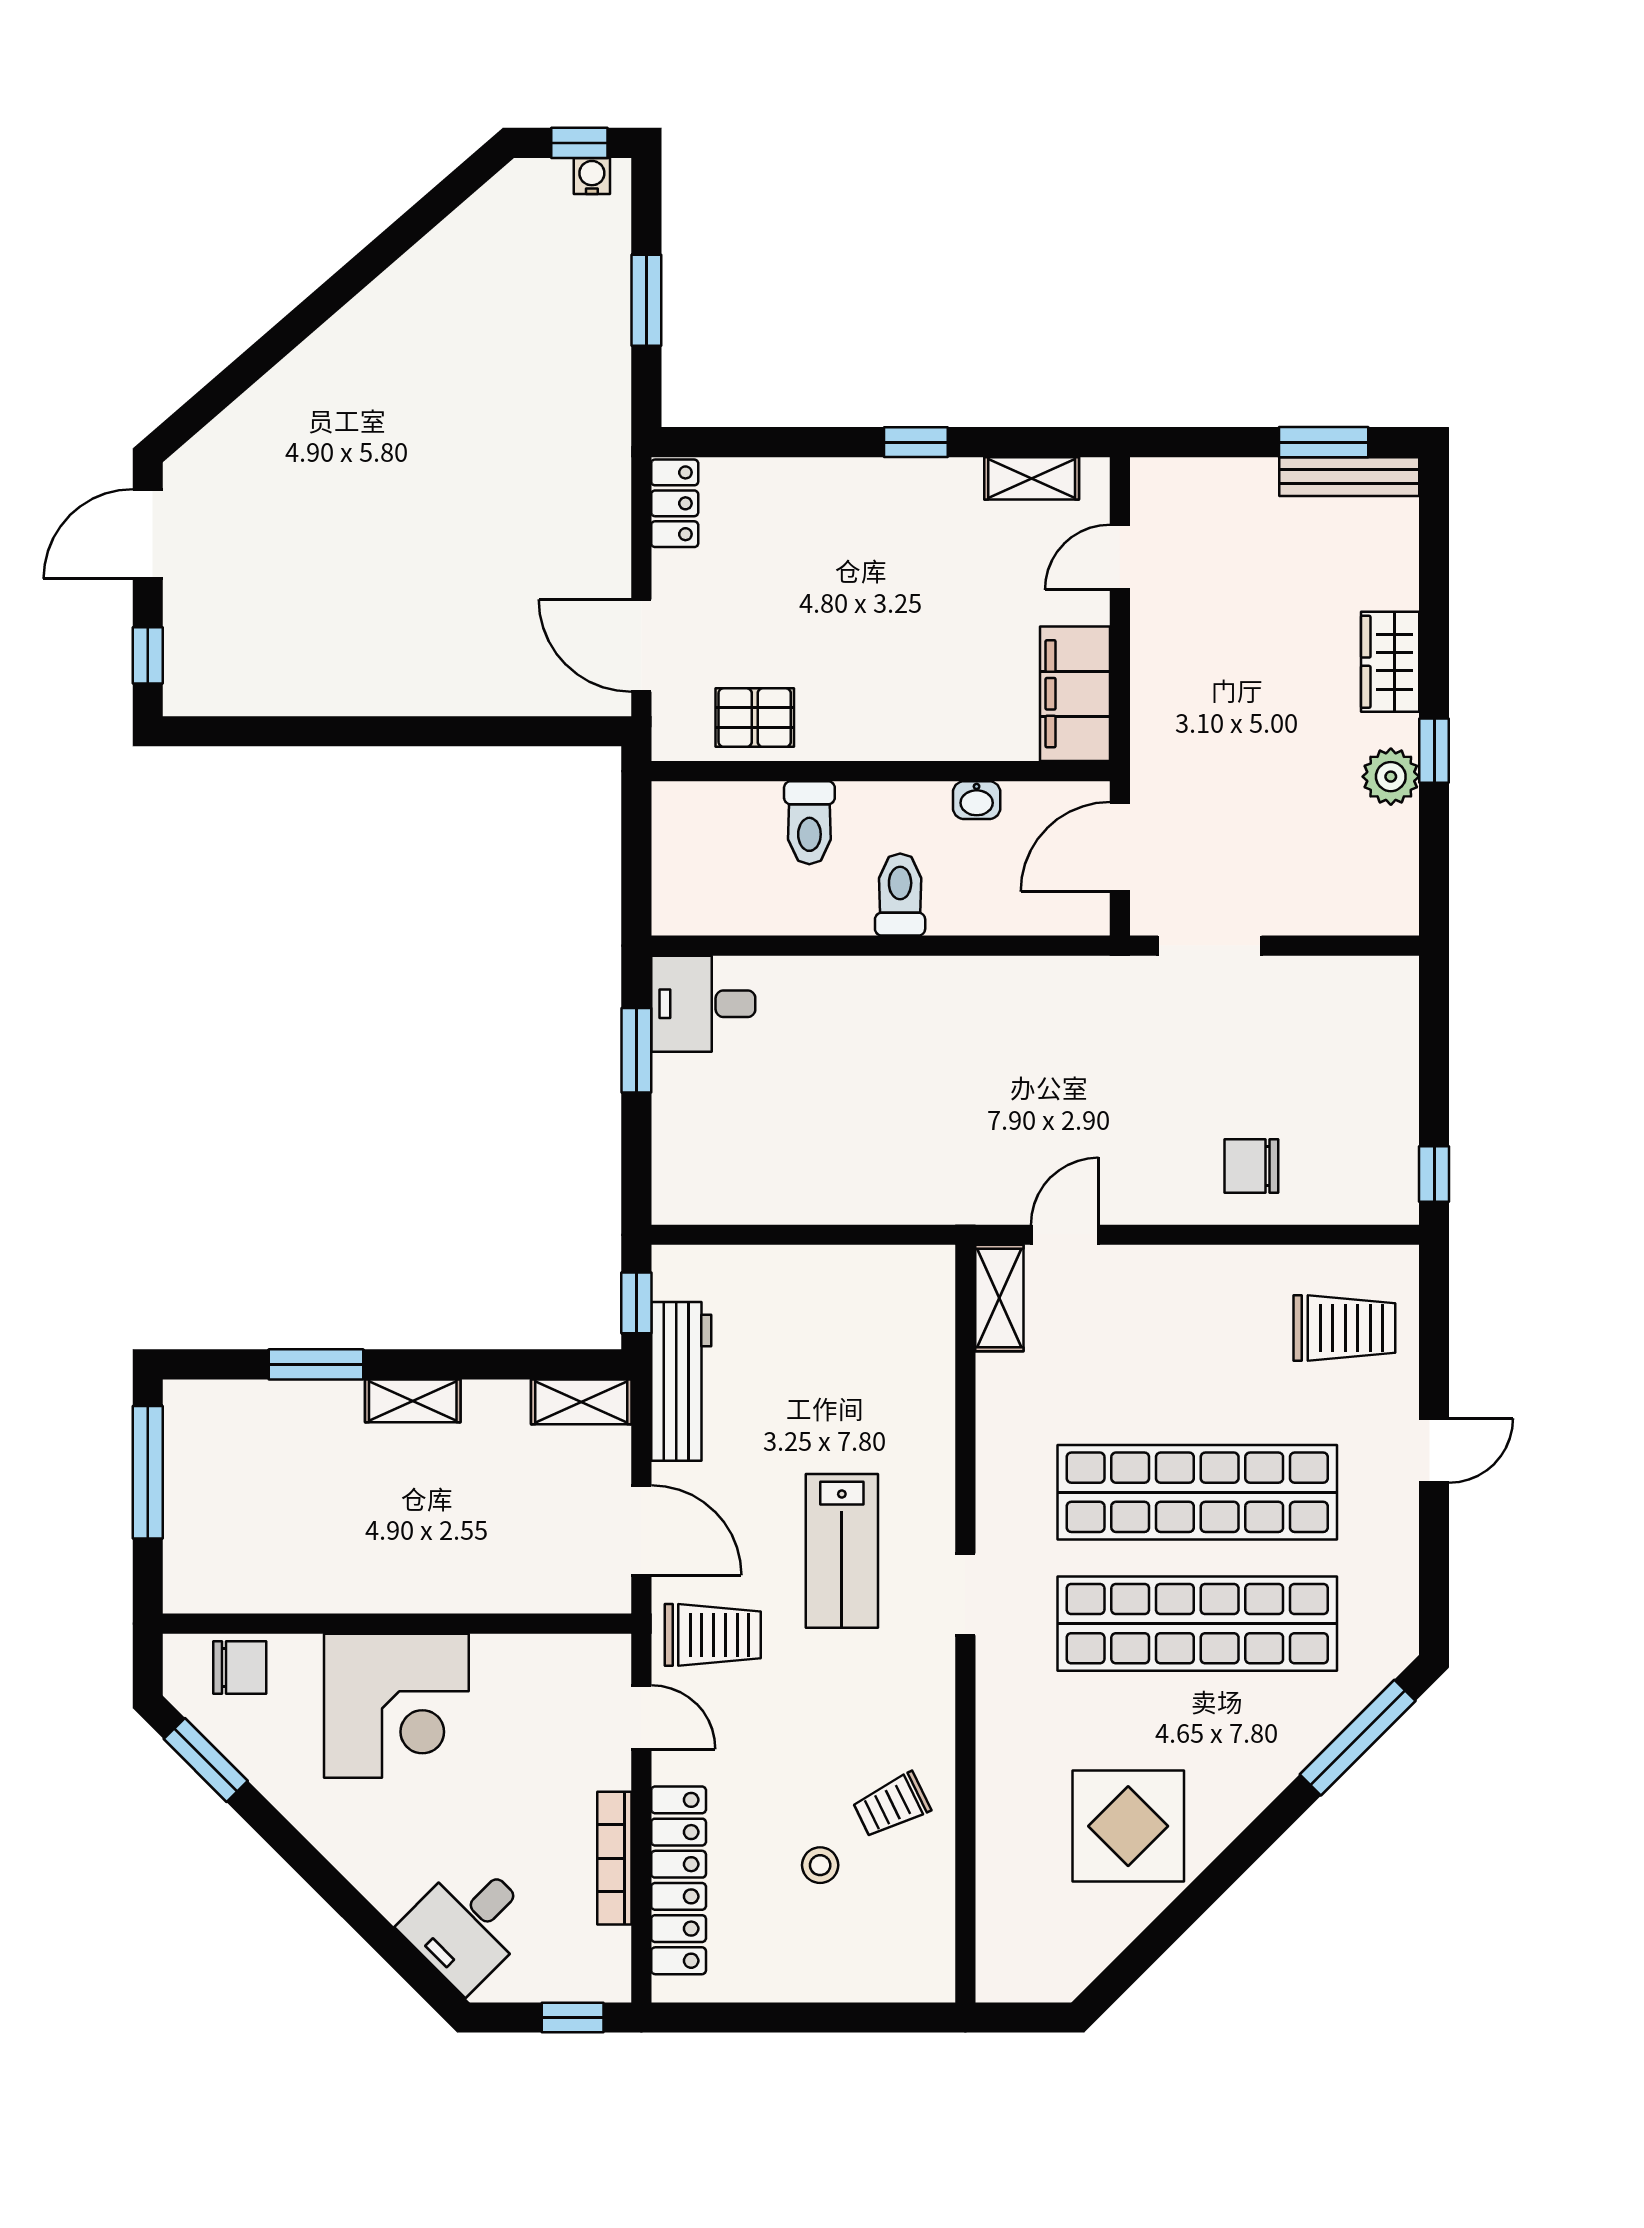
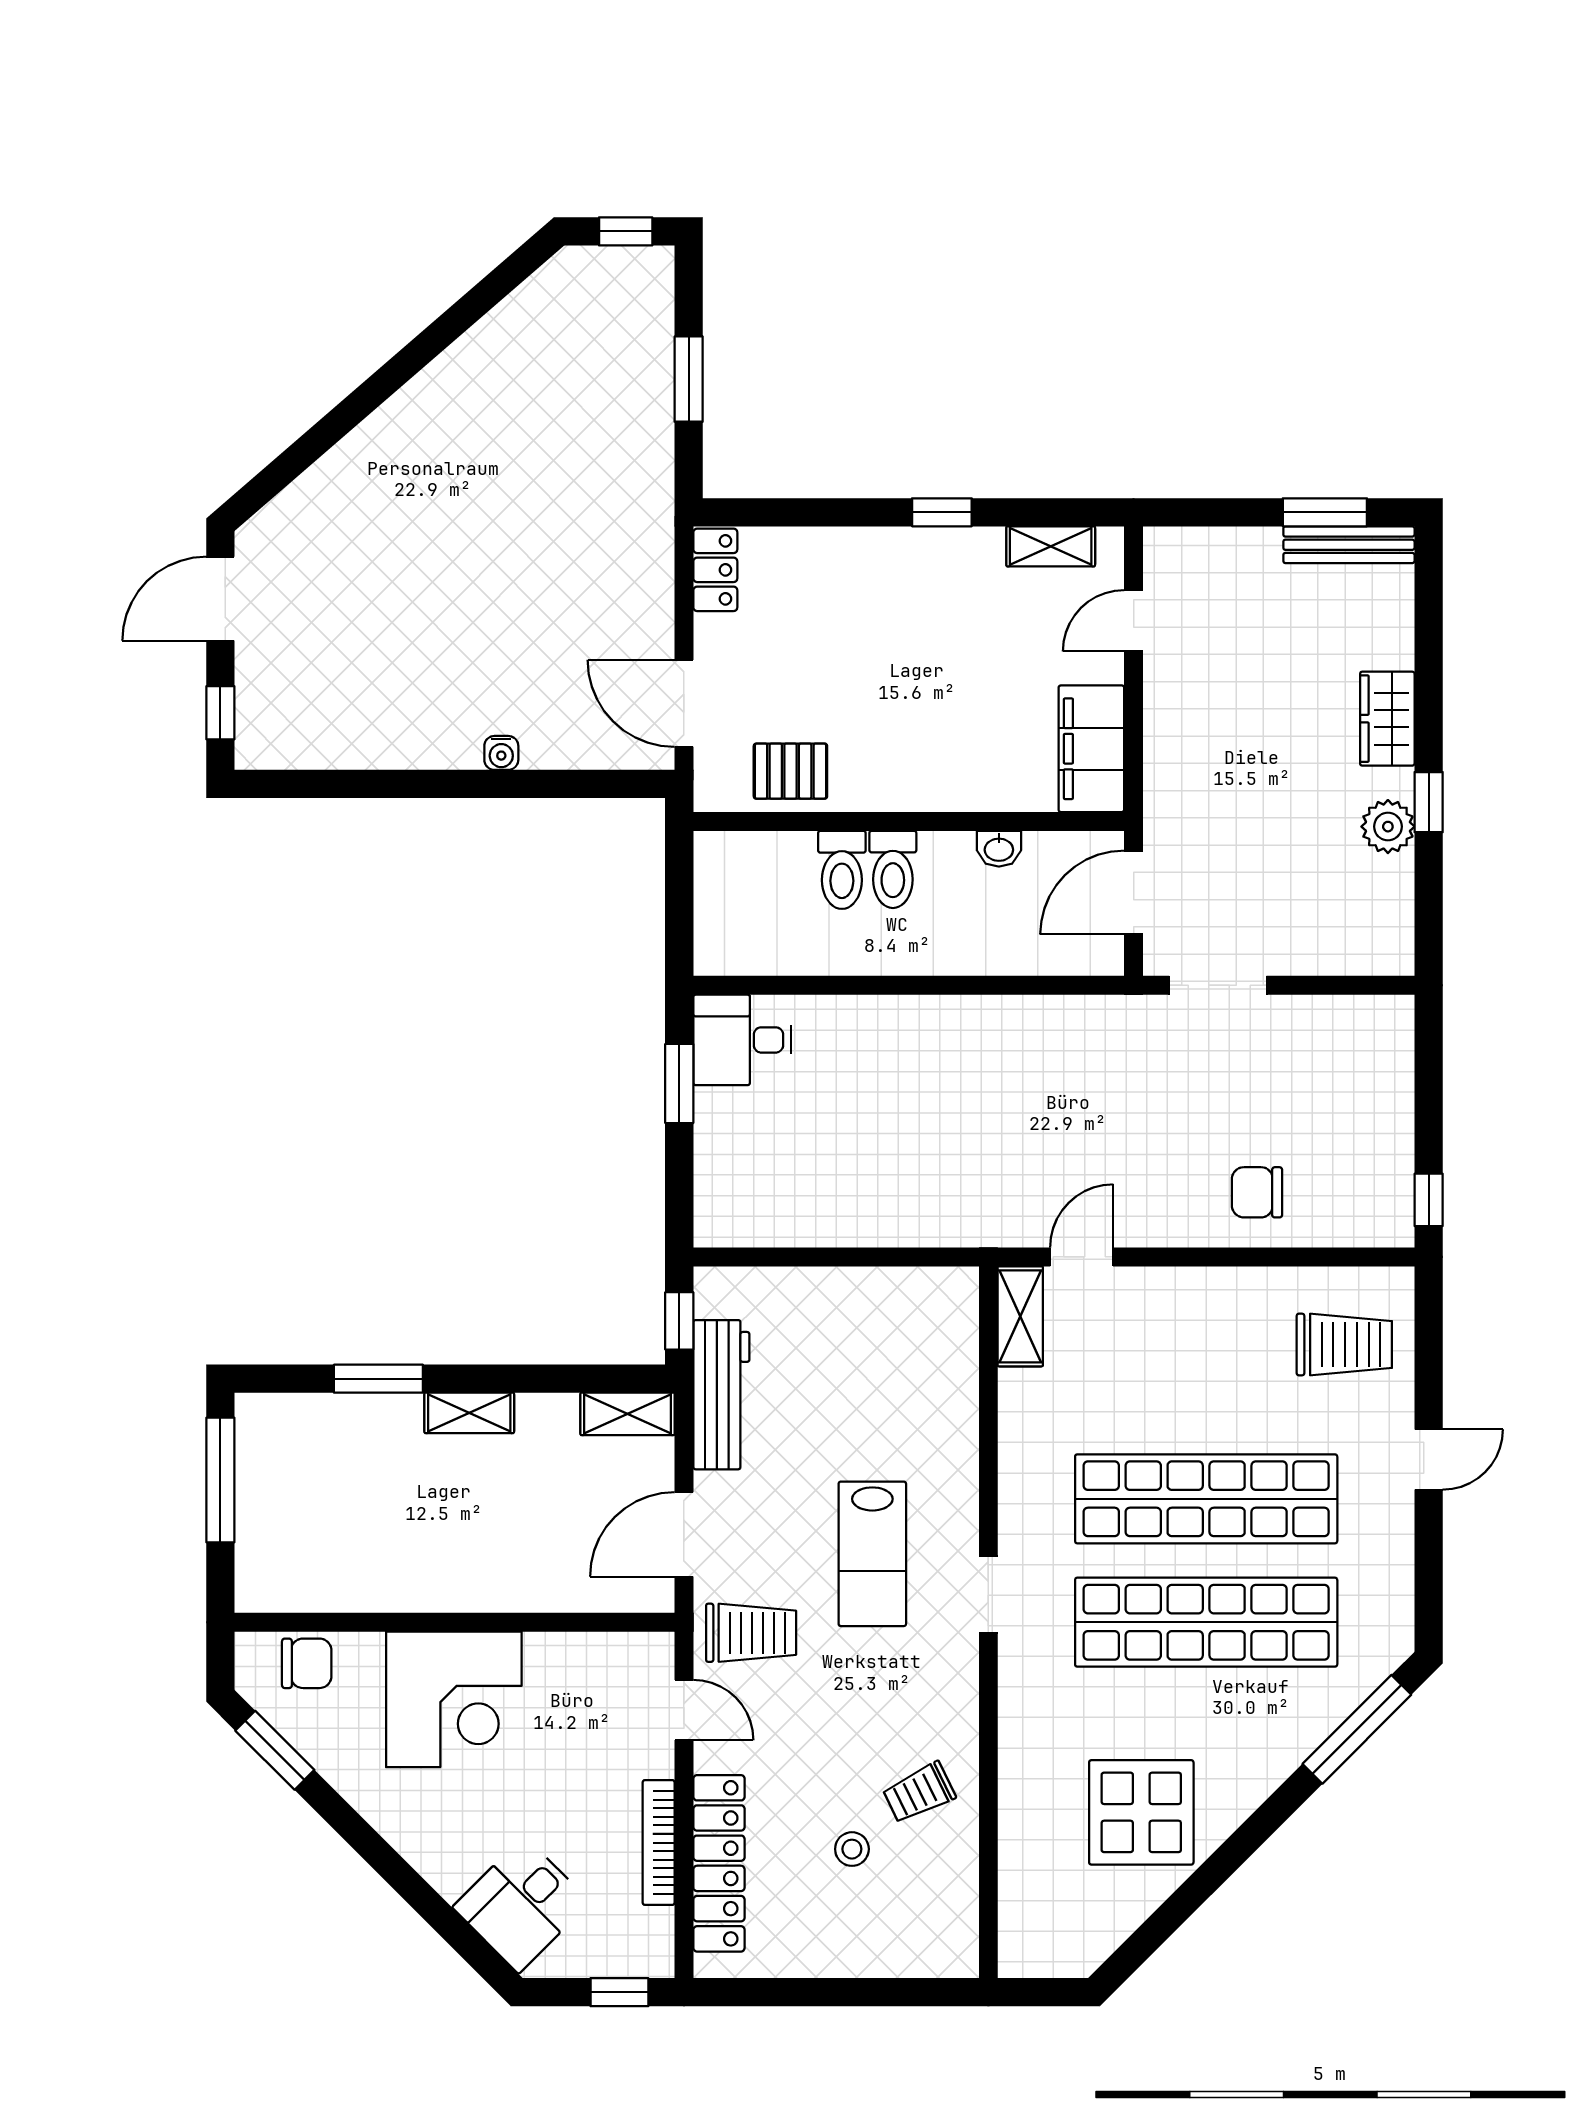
water cooler: (592, 176) -> (501, 753), moved, turned 180
toilet: (900, 895) -> (893, 869), moved, turned 180
door: (641, 1530) -> (684, 1534), swing flipped

